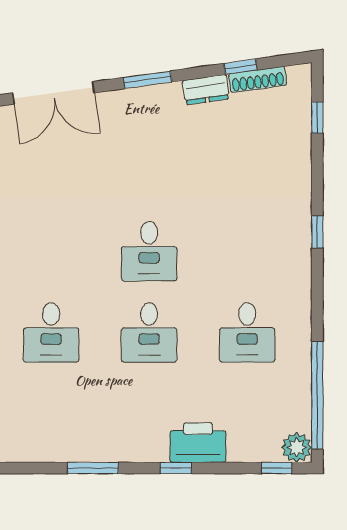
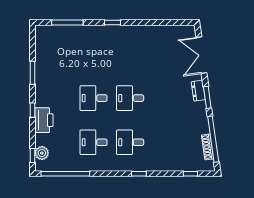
window: (240, 67) -> (213, 139), width x3.17
dresser: (206, 90) -> (198, 91), moved
desk: (51, 332) -> (130, 142), moved
plant: (297, 447) -> (42, 153), moved

